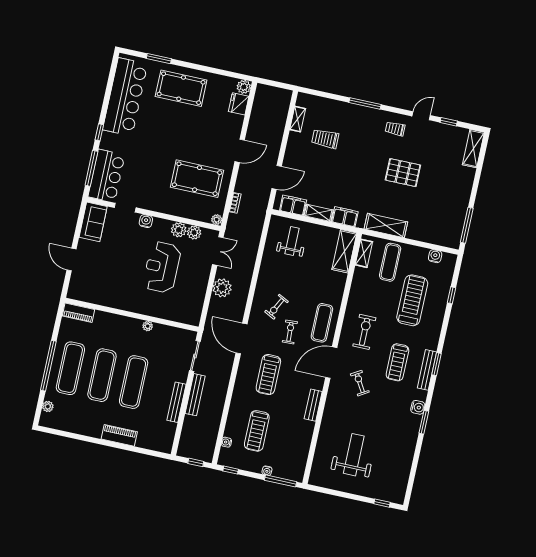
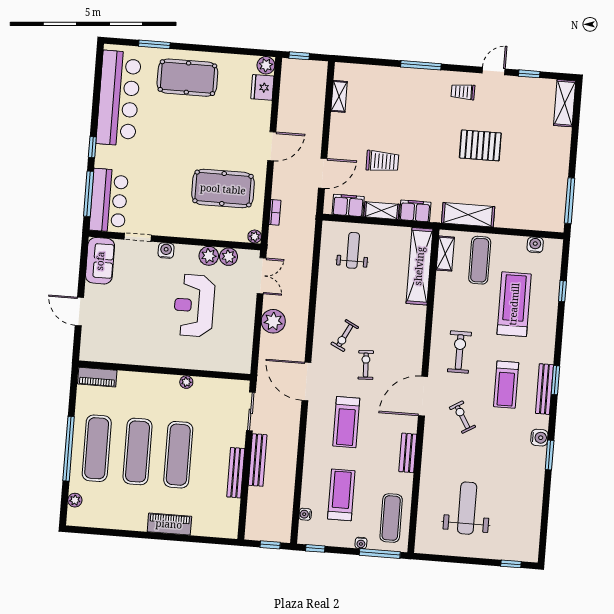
window: (271, 83) -> (299, 56), added
trolley: (325, 139) -> (382, 161), moved, turned 180
shelving: (344, 251) -> (419, 266), width x1.47
exercise mat: (322, 323) -> (391, 518), moved
treadmill: (257, 431) -> (341, 495), turned 180

